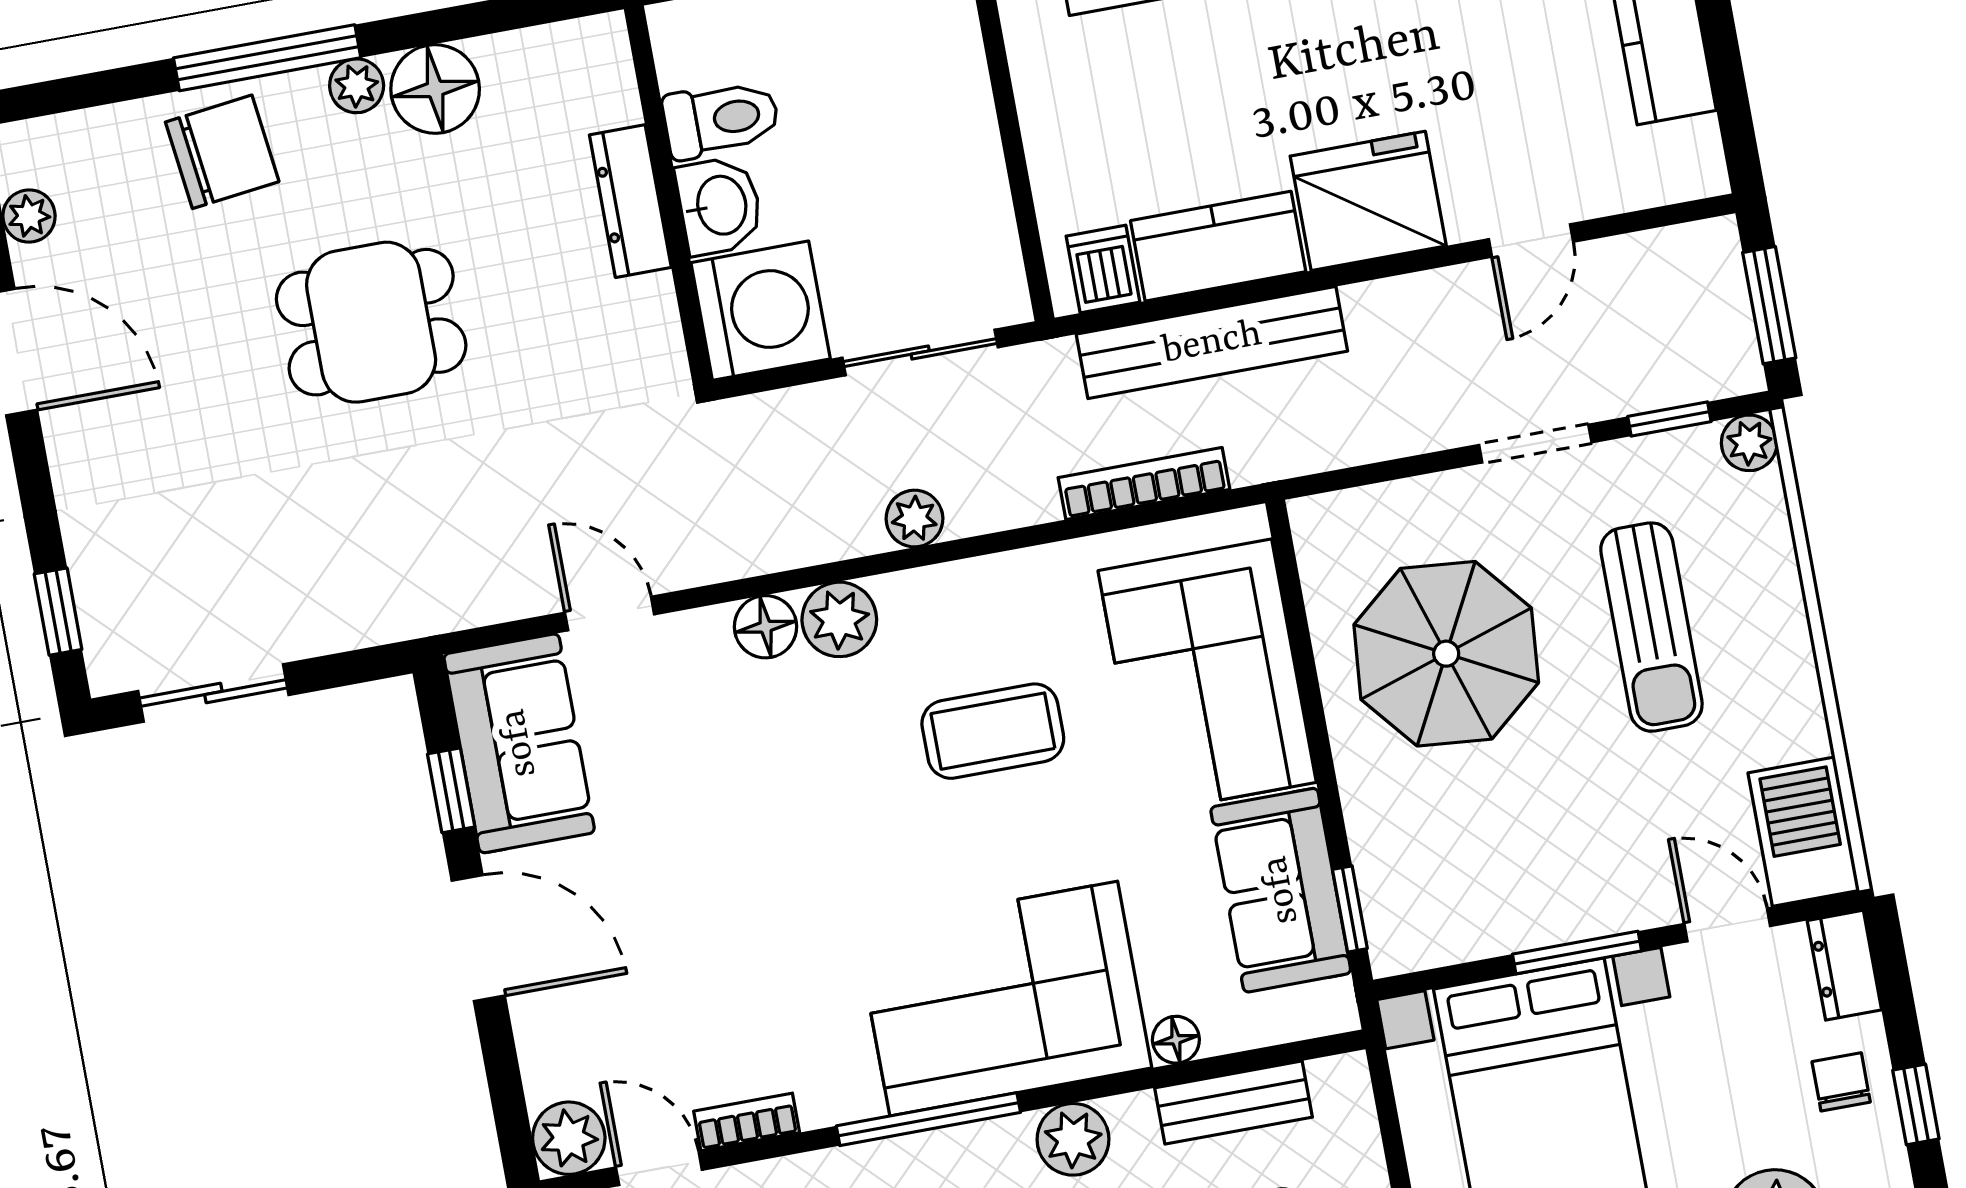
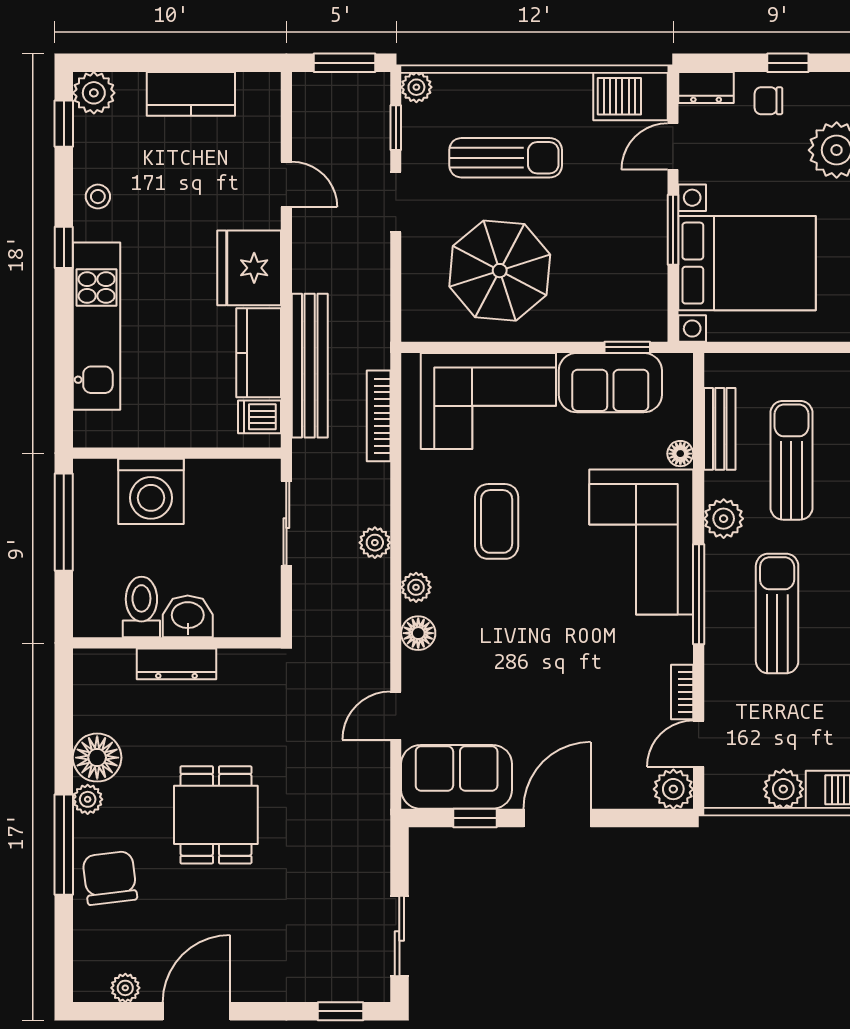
washing machine: (761, 311) -> (151, 491), moved, turned 180
plant: (839, 619) -> (416, 587), width x0.73, depth x0.73

